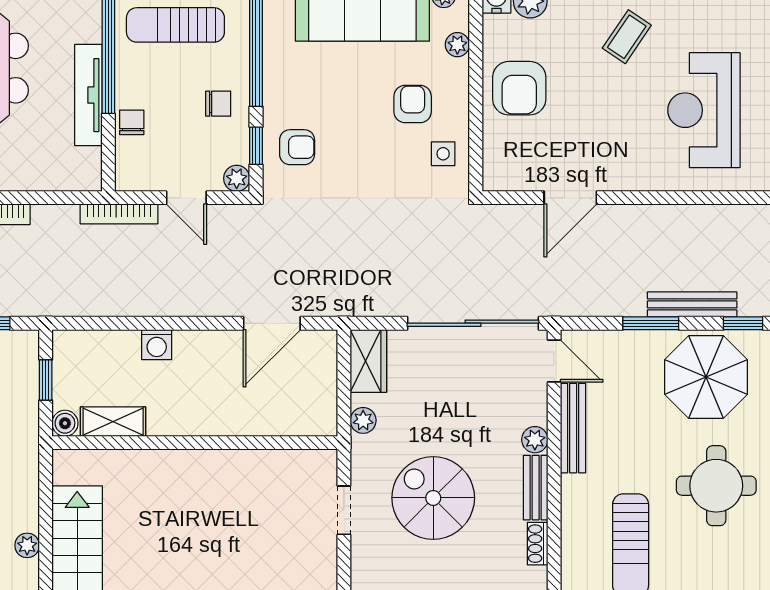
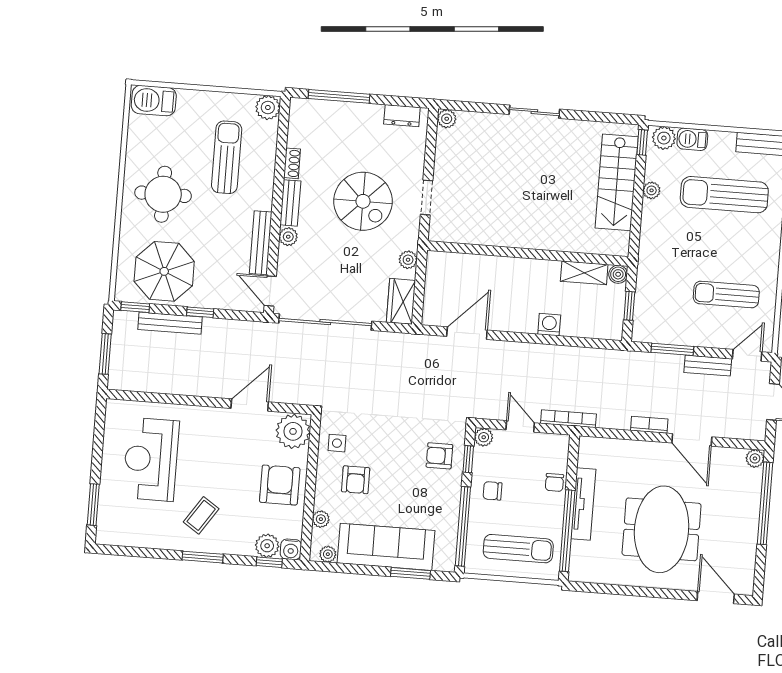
reception desk: (704, 110) -> (151, 459), turned 180
plant: (506, 165) -> (293, 431), added
window: (651, 323) -> (200, 312), width x0.67

